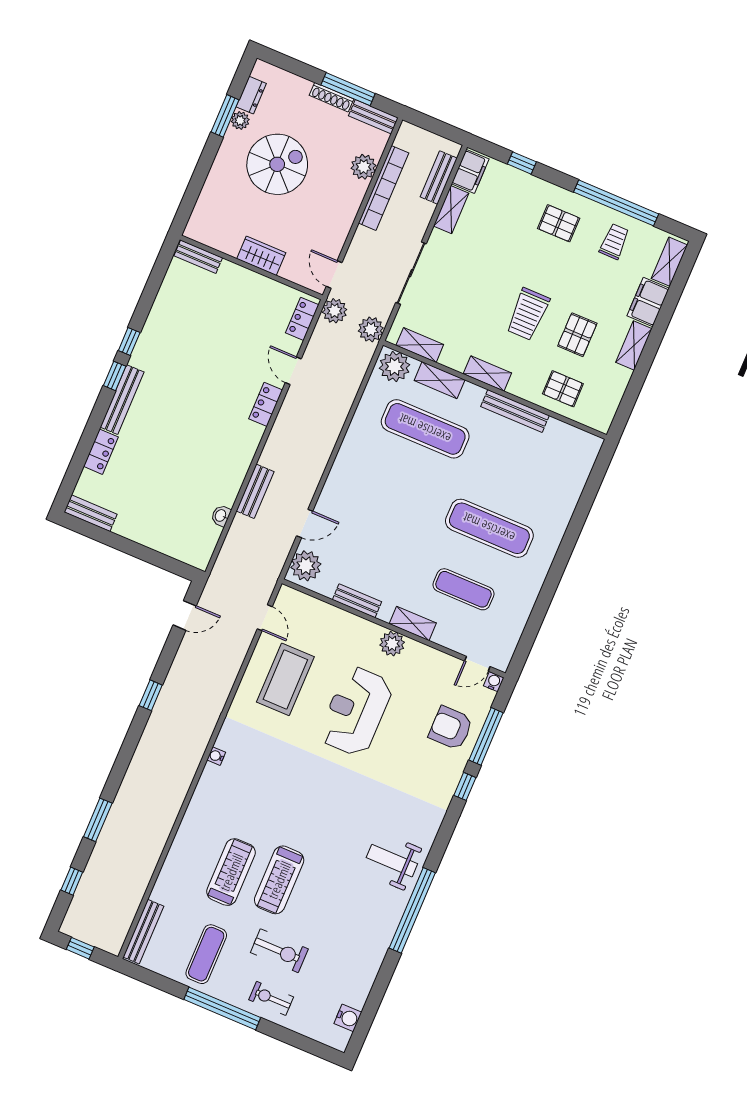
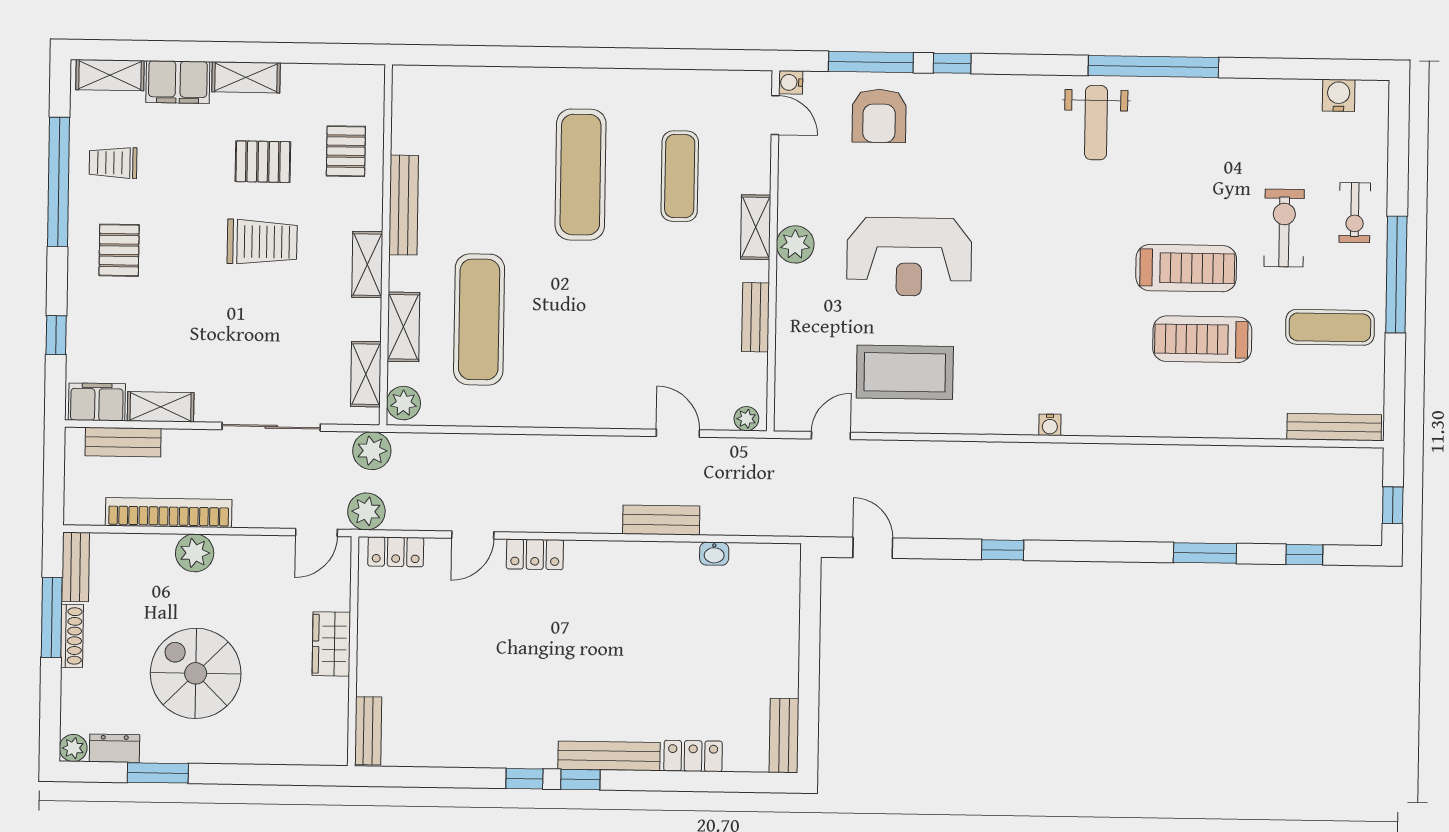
plant: (240, 121) -> (73, 748), moved
plant: (364, 167) -> (195, 553), moved
plant: (395, 366) -> (403, 403), width x0.73, depth x0.73
plant: (306, 566) -> (746, 419), width x0.53, depth x0.53

